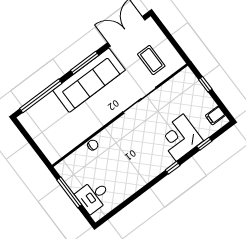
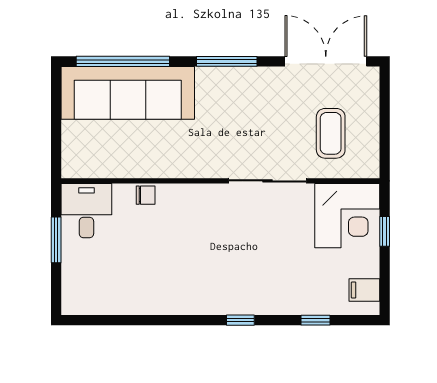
sofa: (89, 80) -> (128, 93), moved
corner desk: (180, 138) -> (347, 216), moved, turned 180
window: (69, 192) -> (56, 240), width x0.69
desk: (93, 196) -> (86, 211), moved, turned 90

